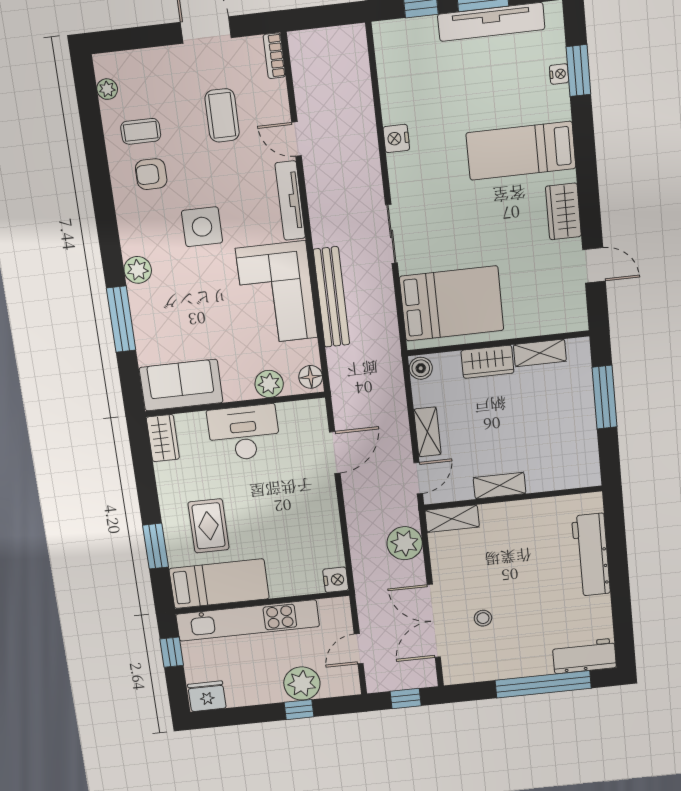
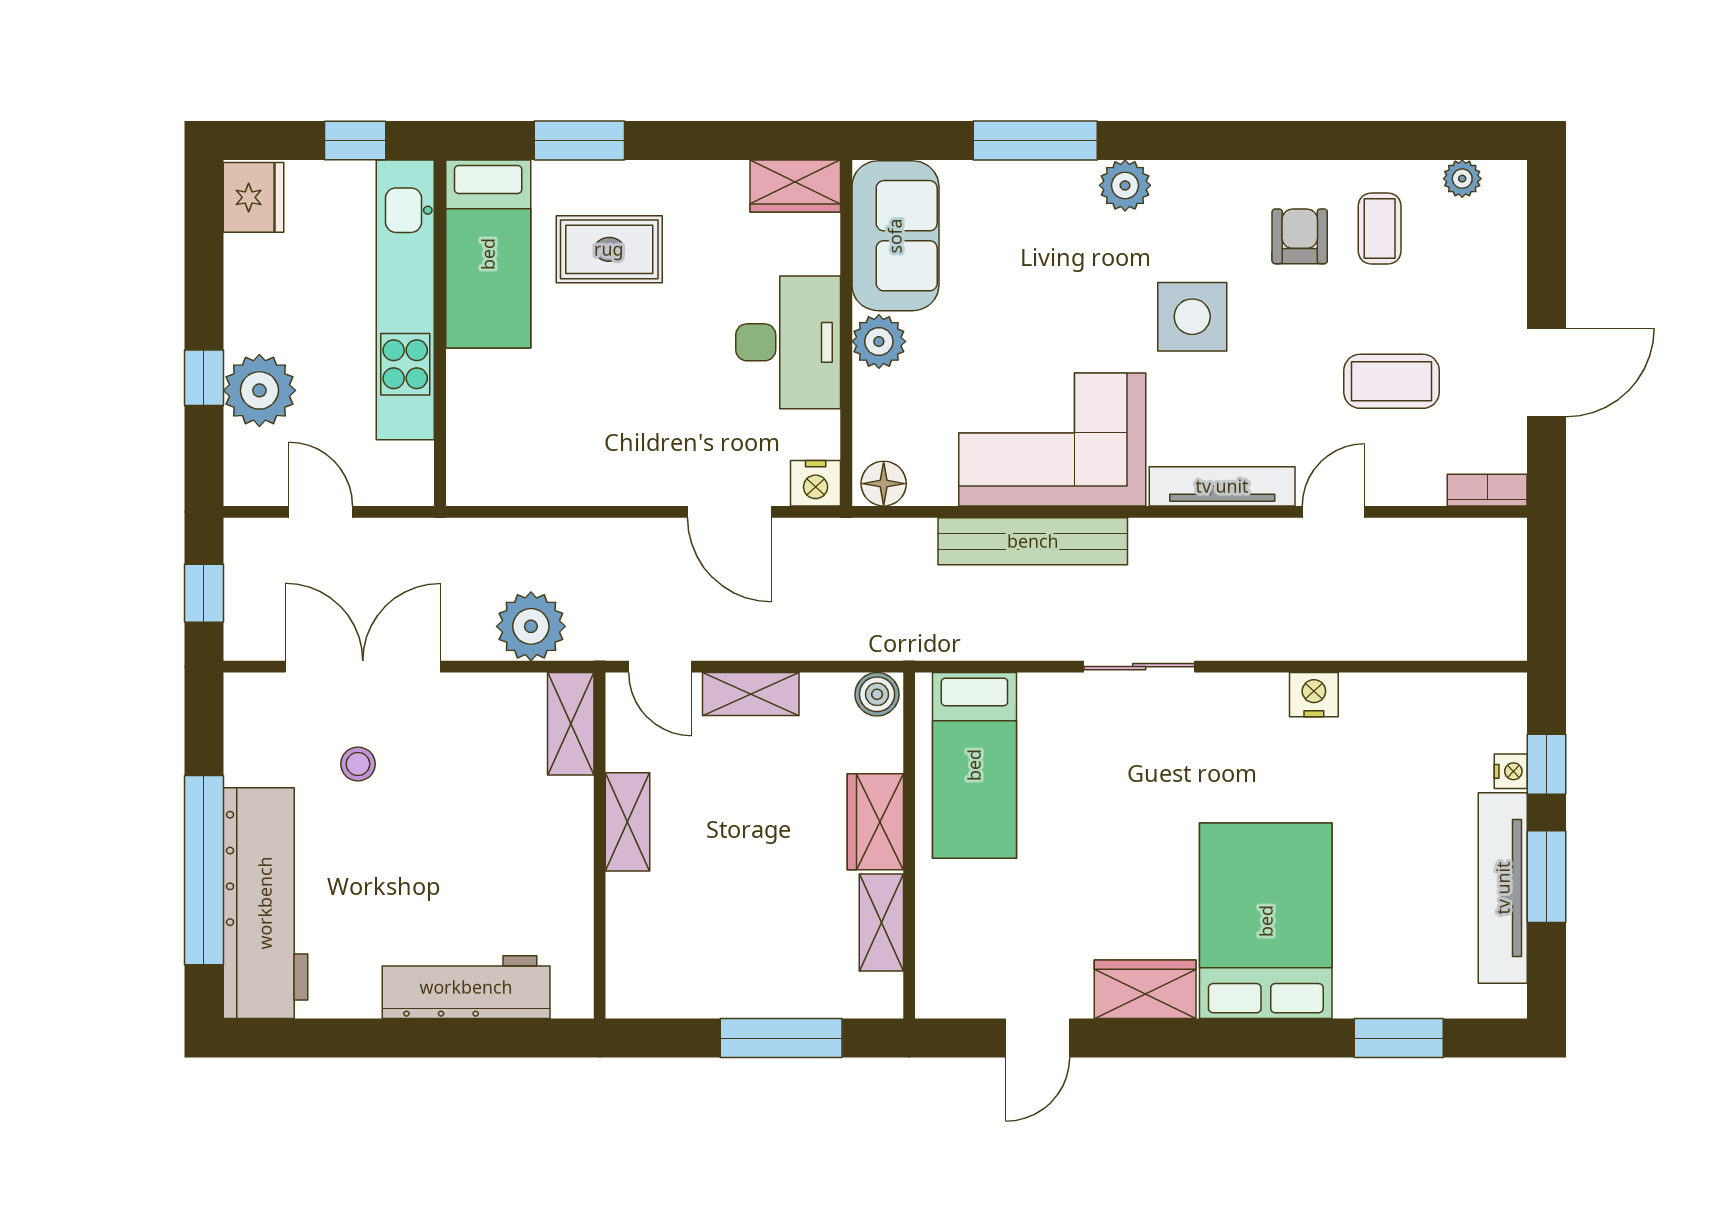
nightstand: (559, 74) -> (1511, 771), moved, turned -90
bed: (521, 151) -> (1266, 921), width x1.50
bed: (452, 303) -> (974, 765), width x0.67
plant: (269, 384) -> (879, 341), moved
nightstand: (336, 580) -> (816, 483), moved
workbench: (584, 656) -> (265, 903), width x1.88, depth x1.32

